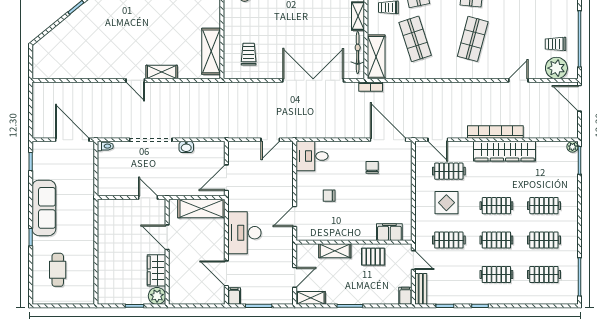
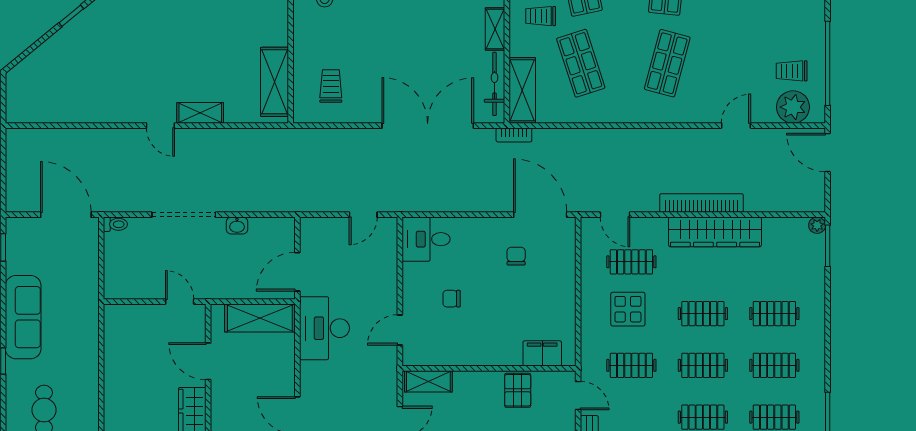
desk: (244, 233) -> (324, 328), moved
shelving: (335, 251) -> (428, 381), moved
pallet: (373, 257) -> (518, 390), turned 90

